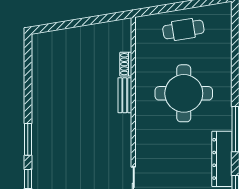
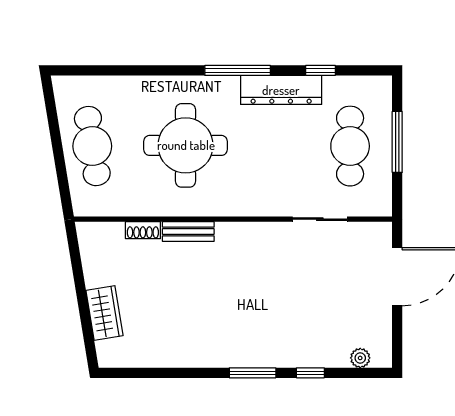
cafe table: (183, 29) -> (92, 146), width x1.37, depth x1.35
wardrobe: (69, 38) -> (105, 313), added

